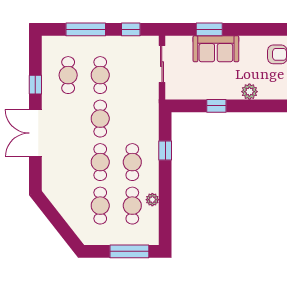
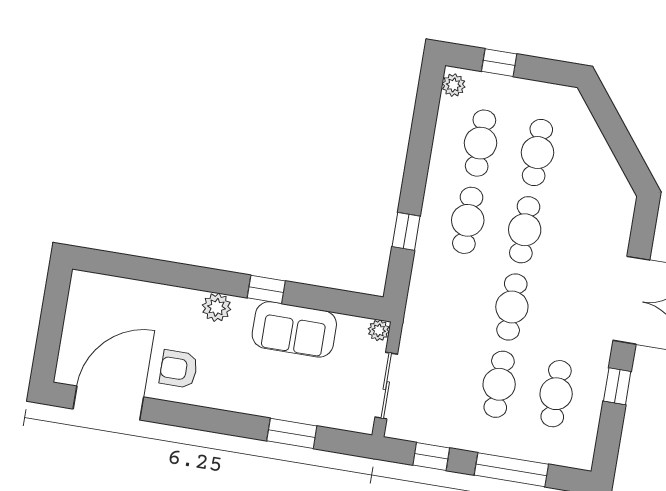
sofa: (216, 49) -> (294, 329), moved, turned 180
plant: (249, 92) -> (217, 307), moved
plant: (171, 94) -> (379, 330), added
window: (216, 106) -> (266, 289), moved
plant: (152, 200) -> (454, 85), moved
window: (129, 251) -> (499, 63), width x0.46

